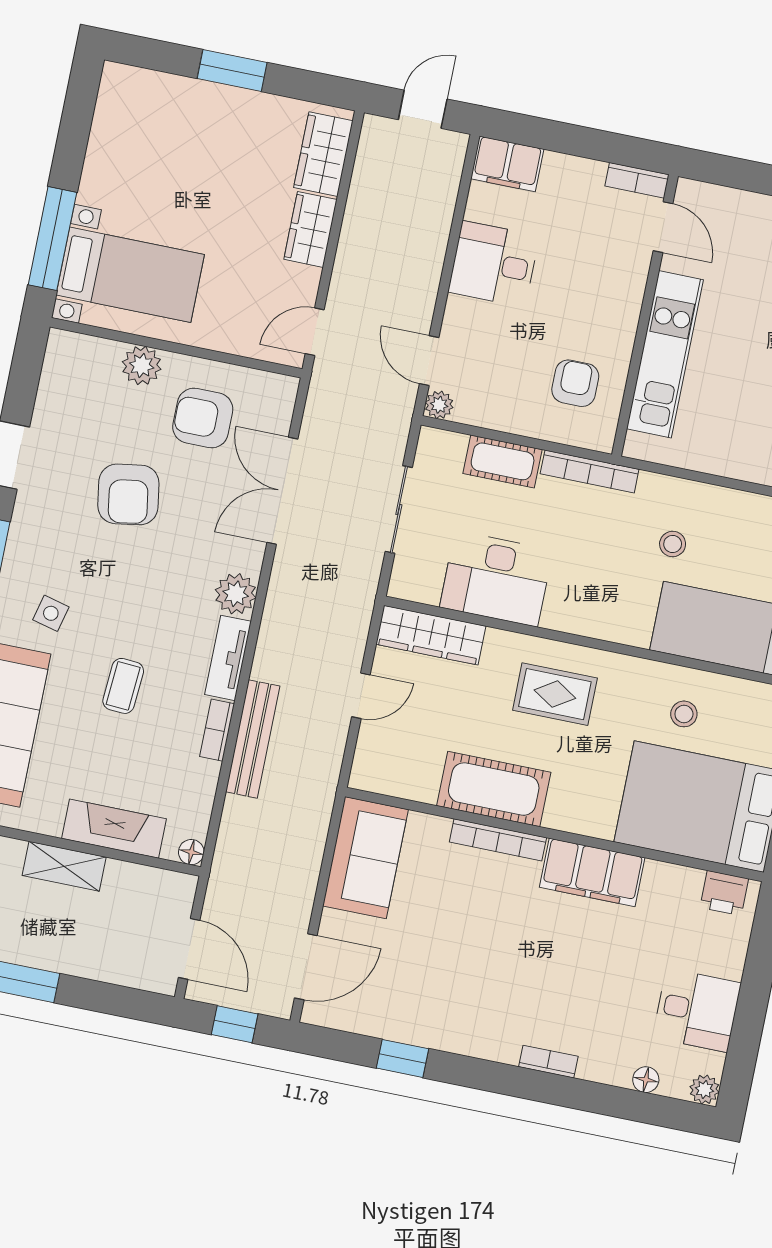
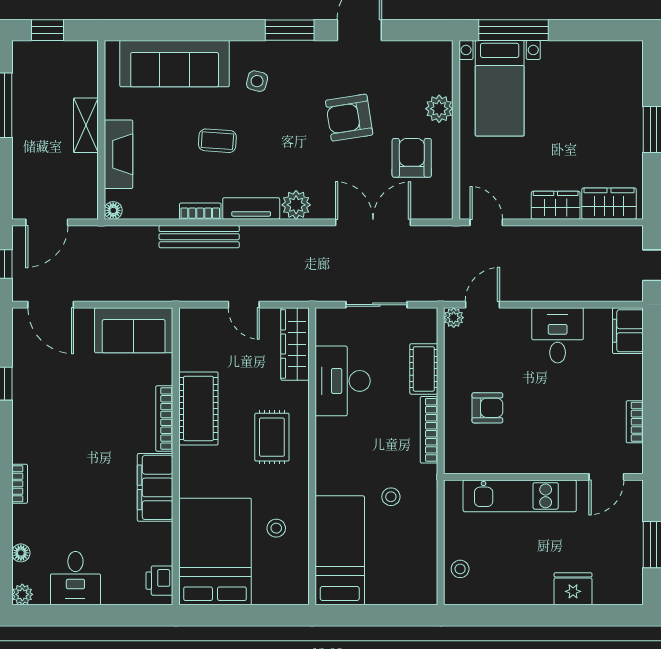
door: (663, 227) -> (606, 477), moved
wall: (645, 315) -> (543, 477), moved
kitchen unit: (665, 354) -> (520, 496), moved

